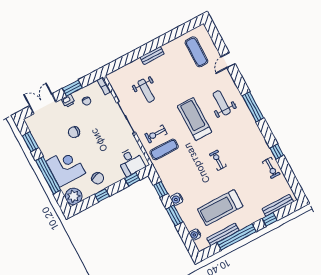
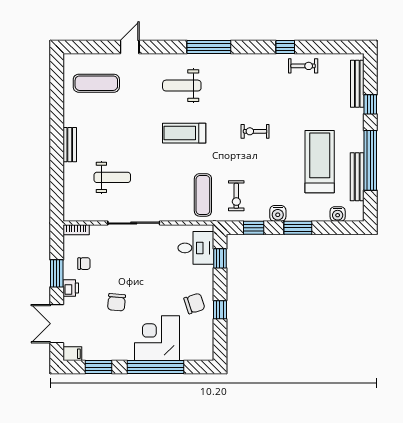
door: (228, 60) -> (130, 47), swing flipped
treadmill: (195, 119) -> (184, 133), width x0.73, depth x0.73
filing cabinet: (30, 122) -> (72, 354), added
exercise bike: (156, 134) -> (236, 196), moved
plant: (73, 196) -> (201, 348), removed
treadmill: (220, 208) -> (320, 162), turned 180

